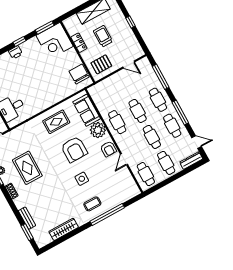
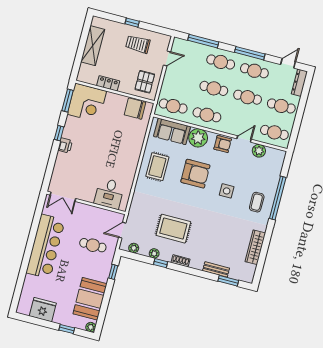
trolley: (103, 36) -> (138, 44), moved
cafe table: (103, 96) -> (173, 106), added
door: (124, 159) -> (244, 139), swing flipped
plant: (125, 175) -> (259, 151), added

